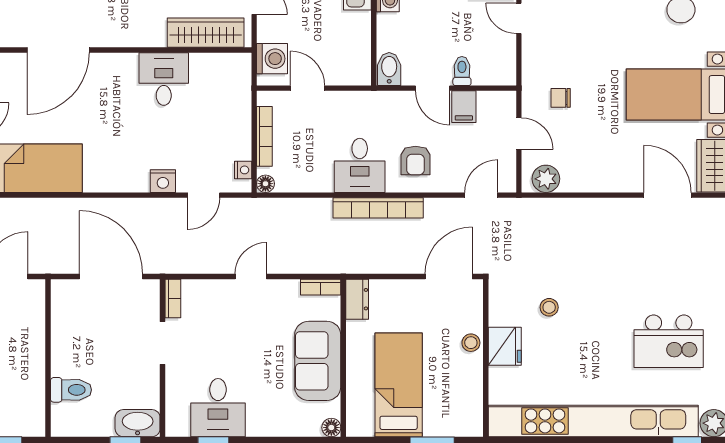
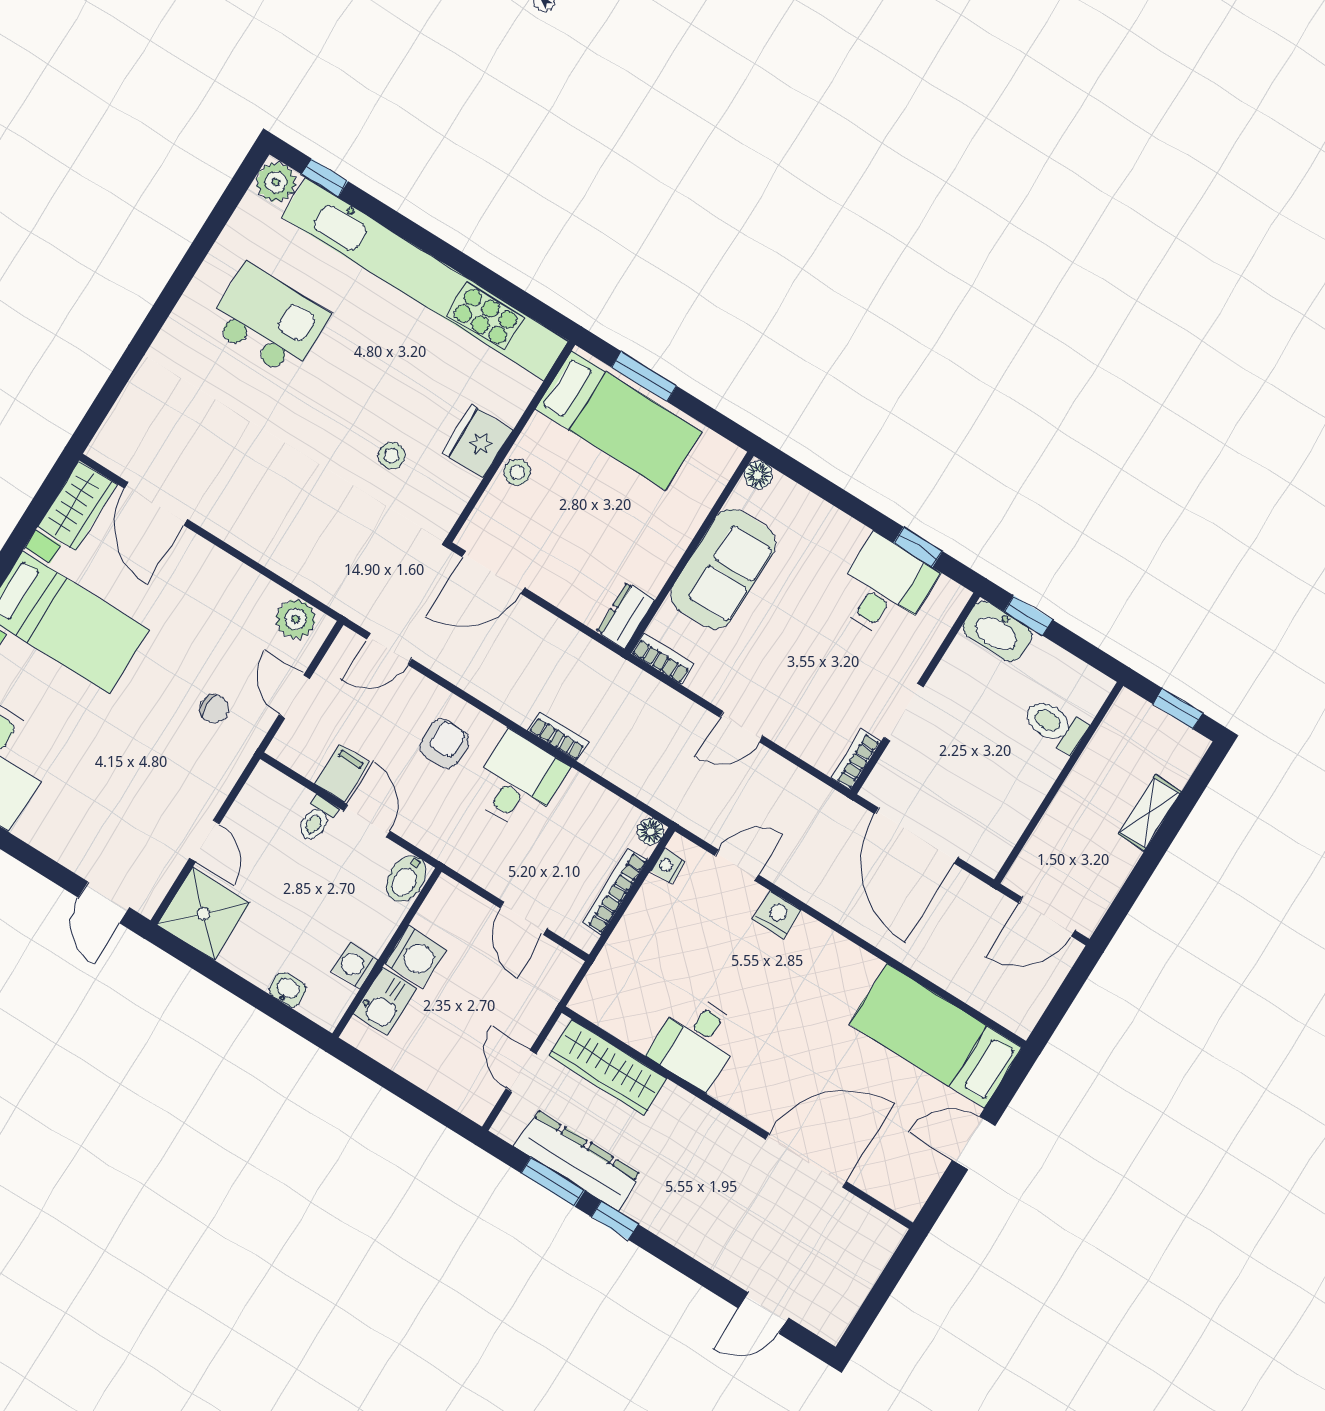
washing machine: (272, 59) -> (416, 957), moved, turned 180
bookcase: (378, 208) -> (558, 736), width x0.43, depth x0.76
bed: (399, 385) -> (619, 420), moved, turned -90

